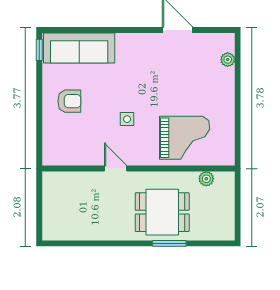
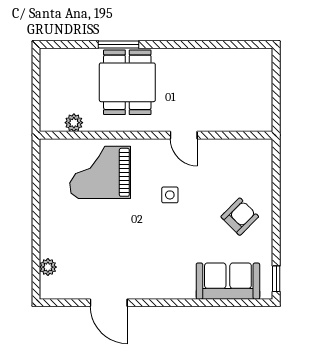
sofa: (79, 48) -> (228, 281), width x0.73
armchair: (69, 101) -> (240, 217), turned 135
dining table: (162, 212) -> (127, 82), turned 90

